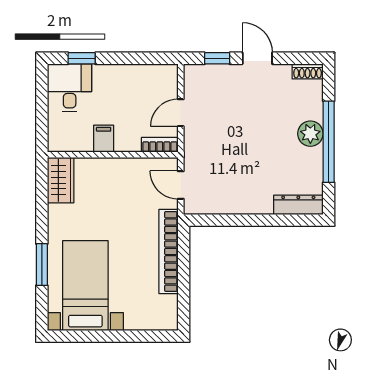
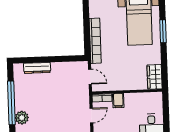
plant: (310, 134) -> (22, 118), moved
filing cabinet: (104, 139) -> (118, 101), moved
dresser: (298, 205) -> (37, 68), moved

